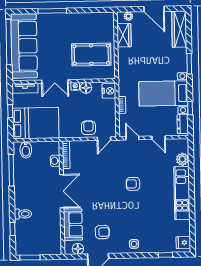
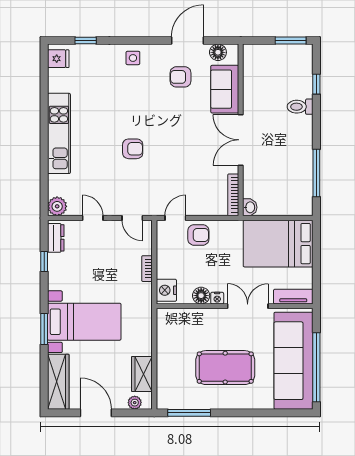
window: (52, 11) -> (189, 413), moved
pool table: (91, 55) -> (225, 368), moved
bed with nightstands: (163, 93) -> (84, 322), moved
window: (10, 111) -> (316, 262), removed
armchair: (88, 128) -> (198, 235), turned -90
bidet: (26, 150) -> (294, 204), removed
plant: (182, 159) -> (57, 206), moved
washbasin: (55, 161) -> (250, 207), moved

